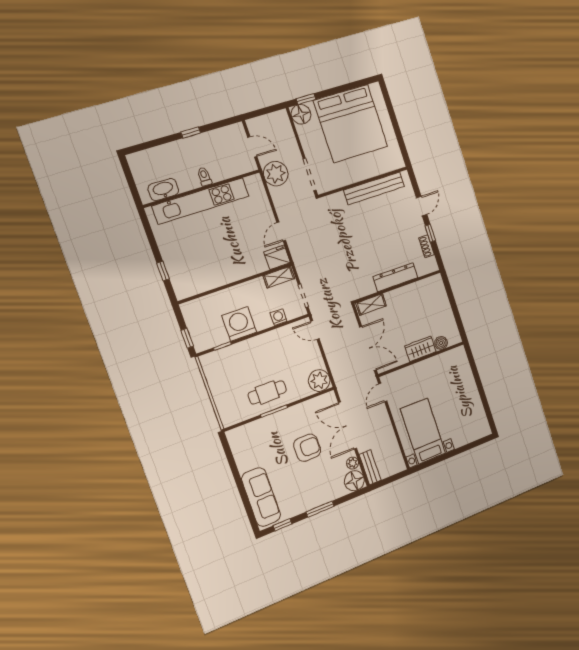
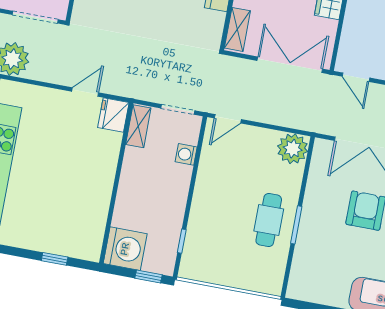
door: (281, 231) -> (85, 92), swing flipped
washing machine: (239, 324) -> (125, 249), moved, turned 180

